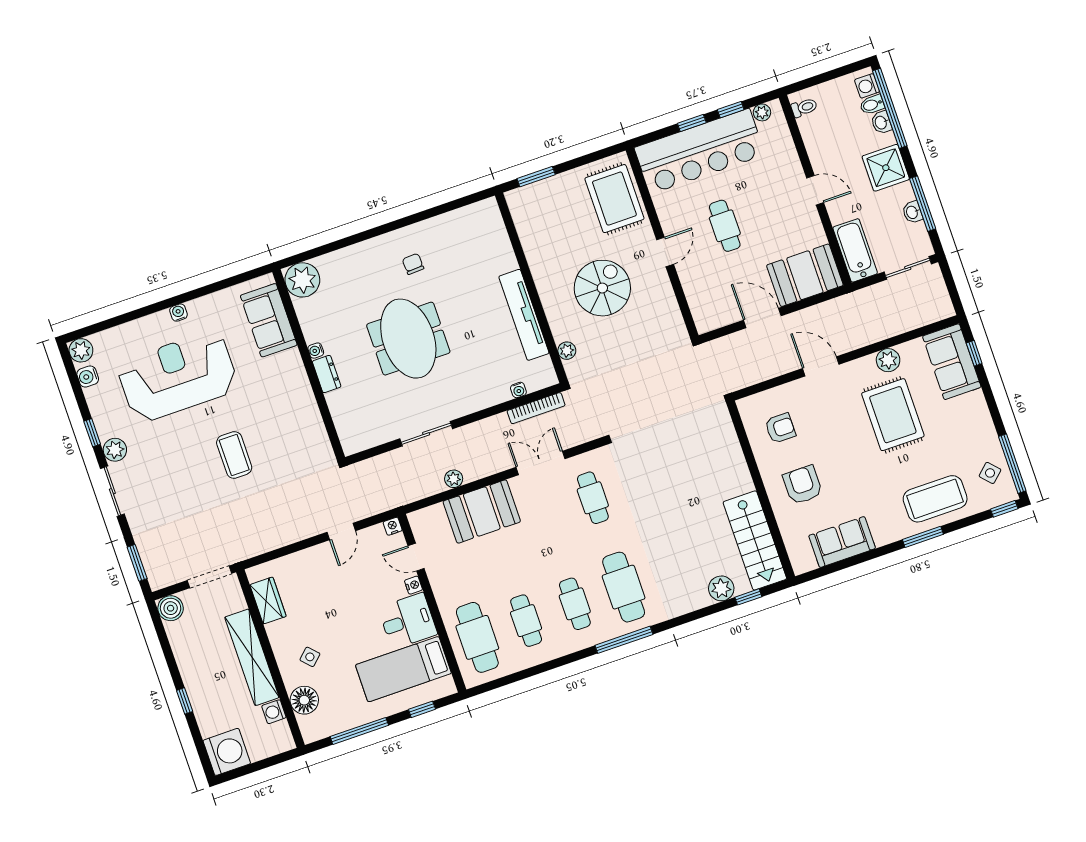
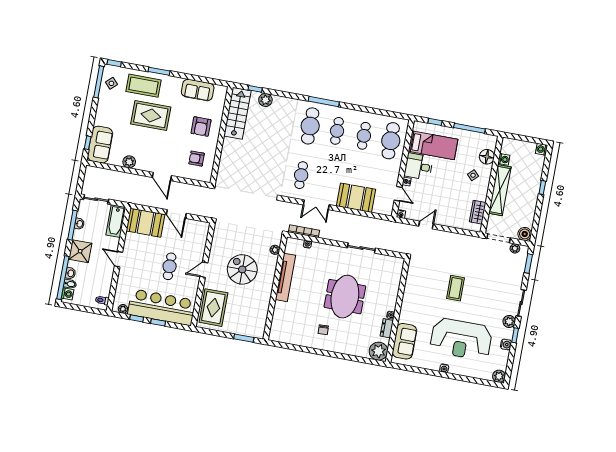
spiral stairs: (602, 288) -> (242, 269), turned 90
dresser: (327, 374) -> (387, 328), moved
water cooler: (88, 377) -> (506, 344), moved
rug: (893, 415) -> (151, 116), moved, turned 90
plant: (454, 479) -> (515, 248), moved
washing machine: (227, 752) -> (542, 149), width x0.53, depth x0.53

